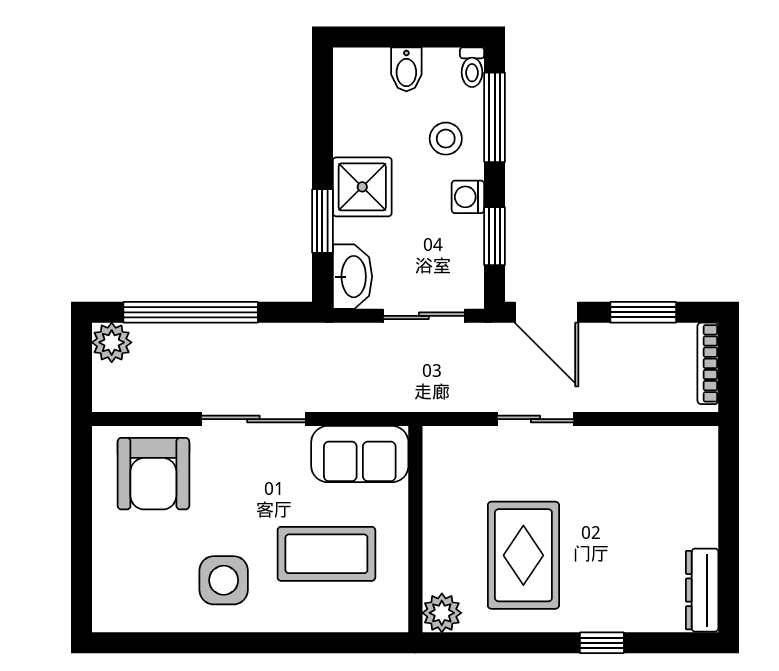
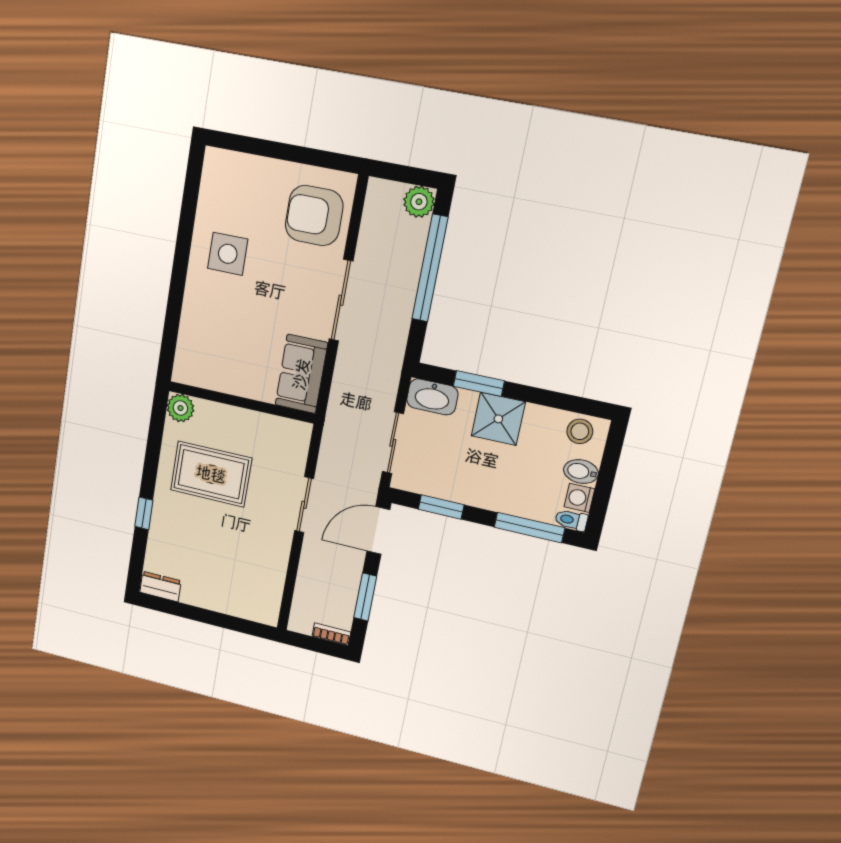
stool: (446, 139) -> (580, 431), moved
washing machine: (468, 197) -> (579, 498), moved, turned -90
bookcase: (708, 363) -> (331, 634), width x0.64
coffee table: (326, 554) -> (234, 334), removed
dresser: (702, 590) -> (160, 586), width x0.70

